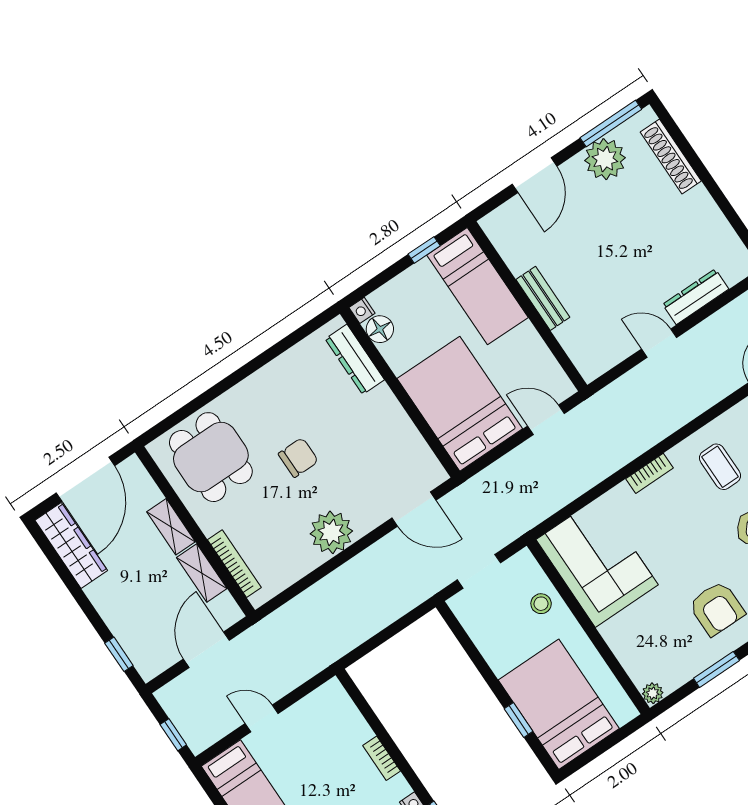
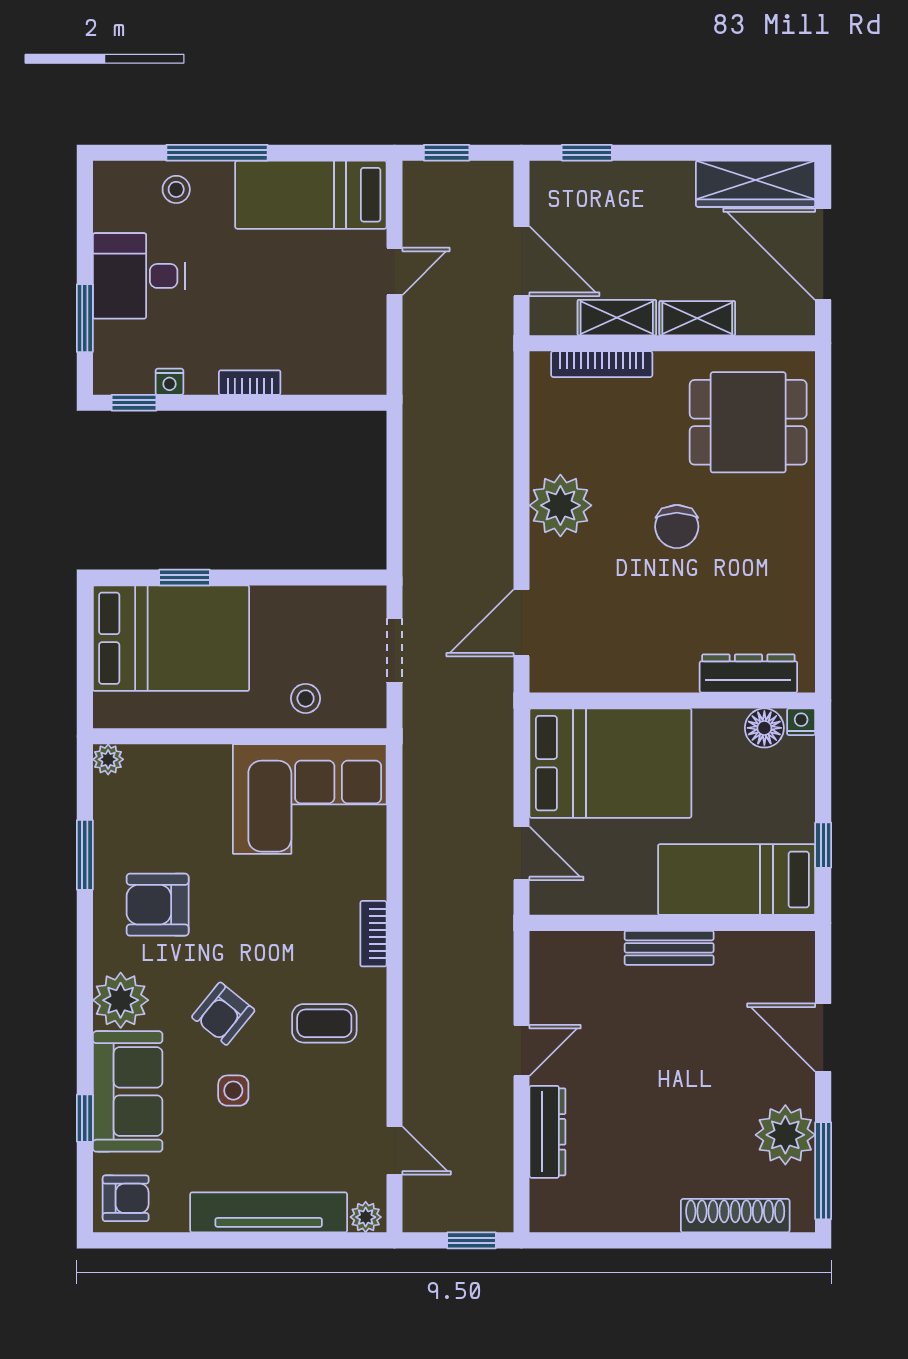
door: (546, 420) -> (521, 853), hinge flipped

